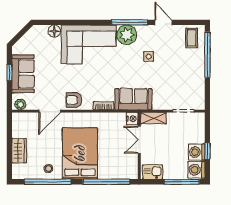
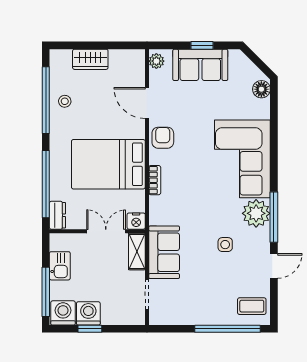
floor lamp: (54, 31) -> (261, 89), moved
sofa: (133, 99) -> (164, 252), moved
bed: (80, 154) -> (108, 164), moved, turned 180
kitchen sink: (153, 172) -> (60, 266), moved
dresser: (128, 174) -> (57, 215), added

